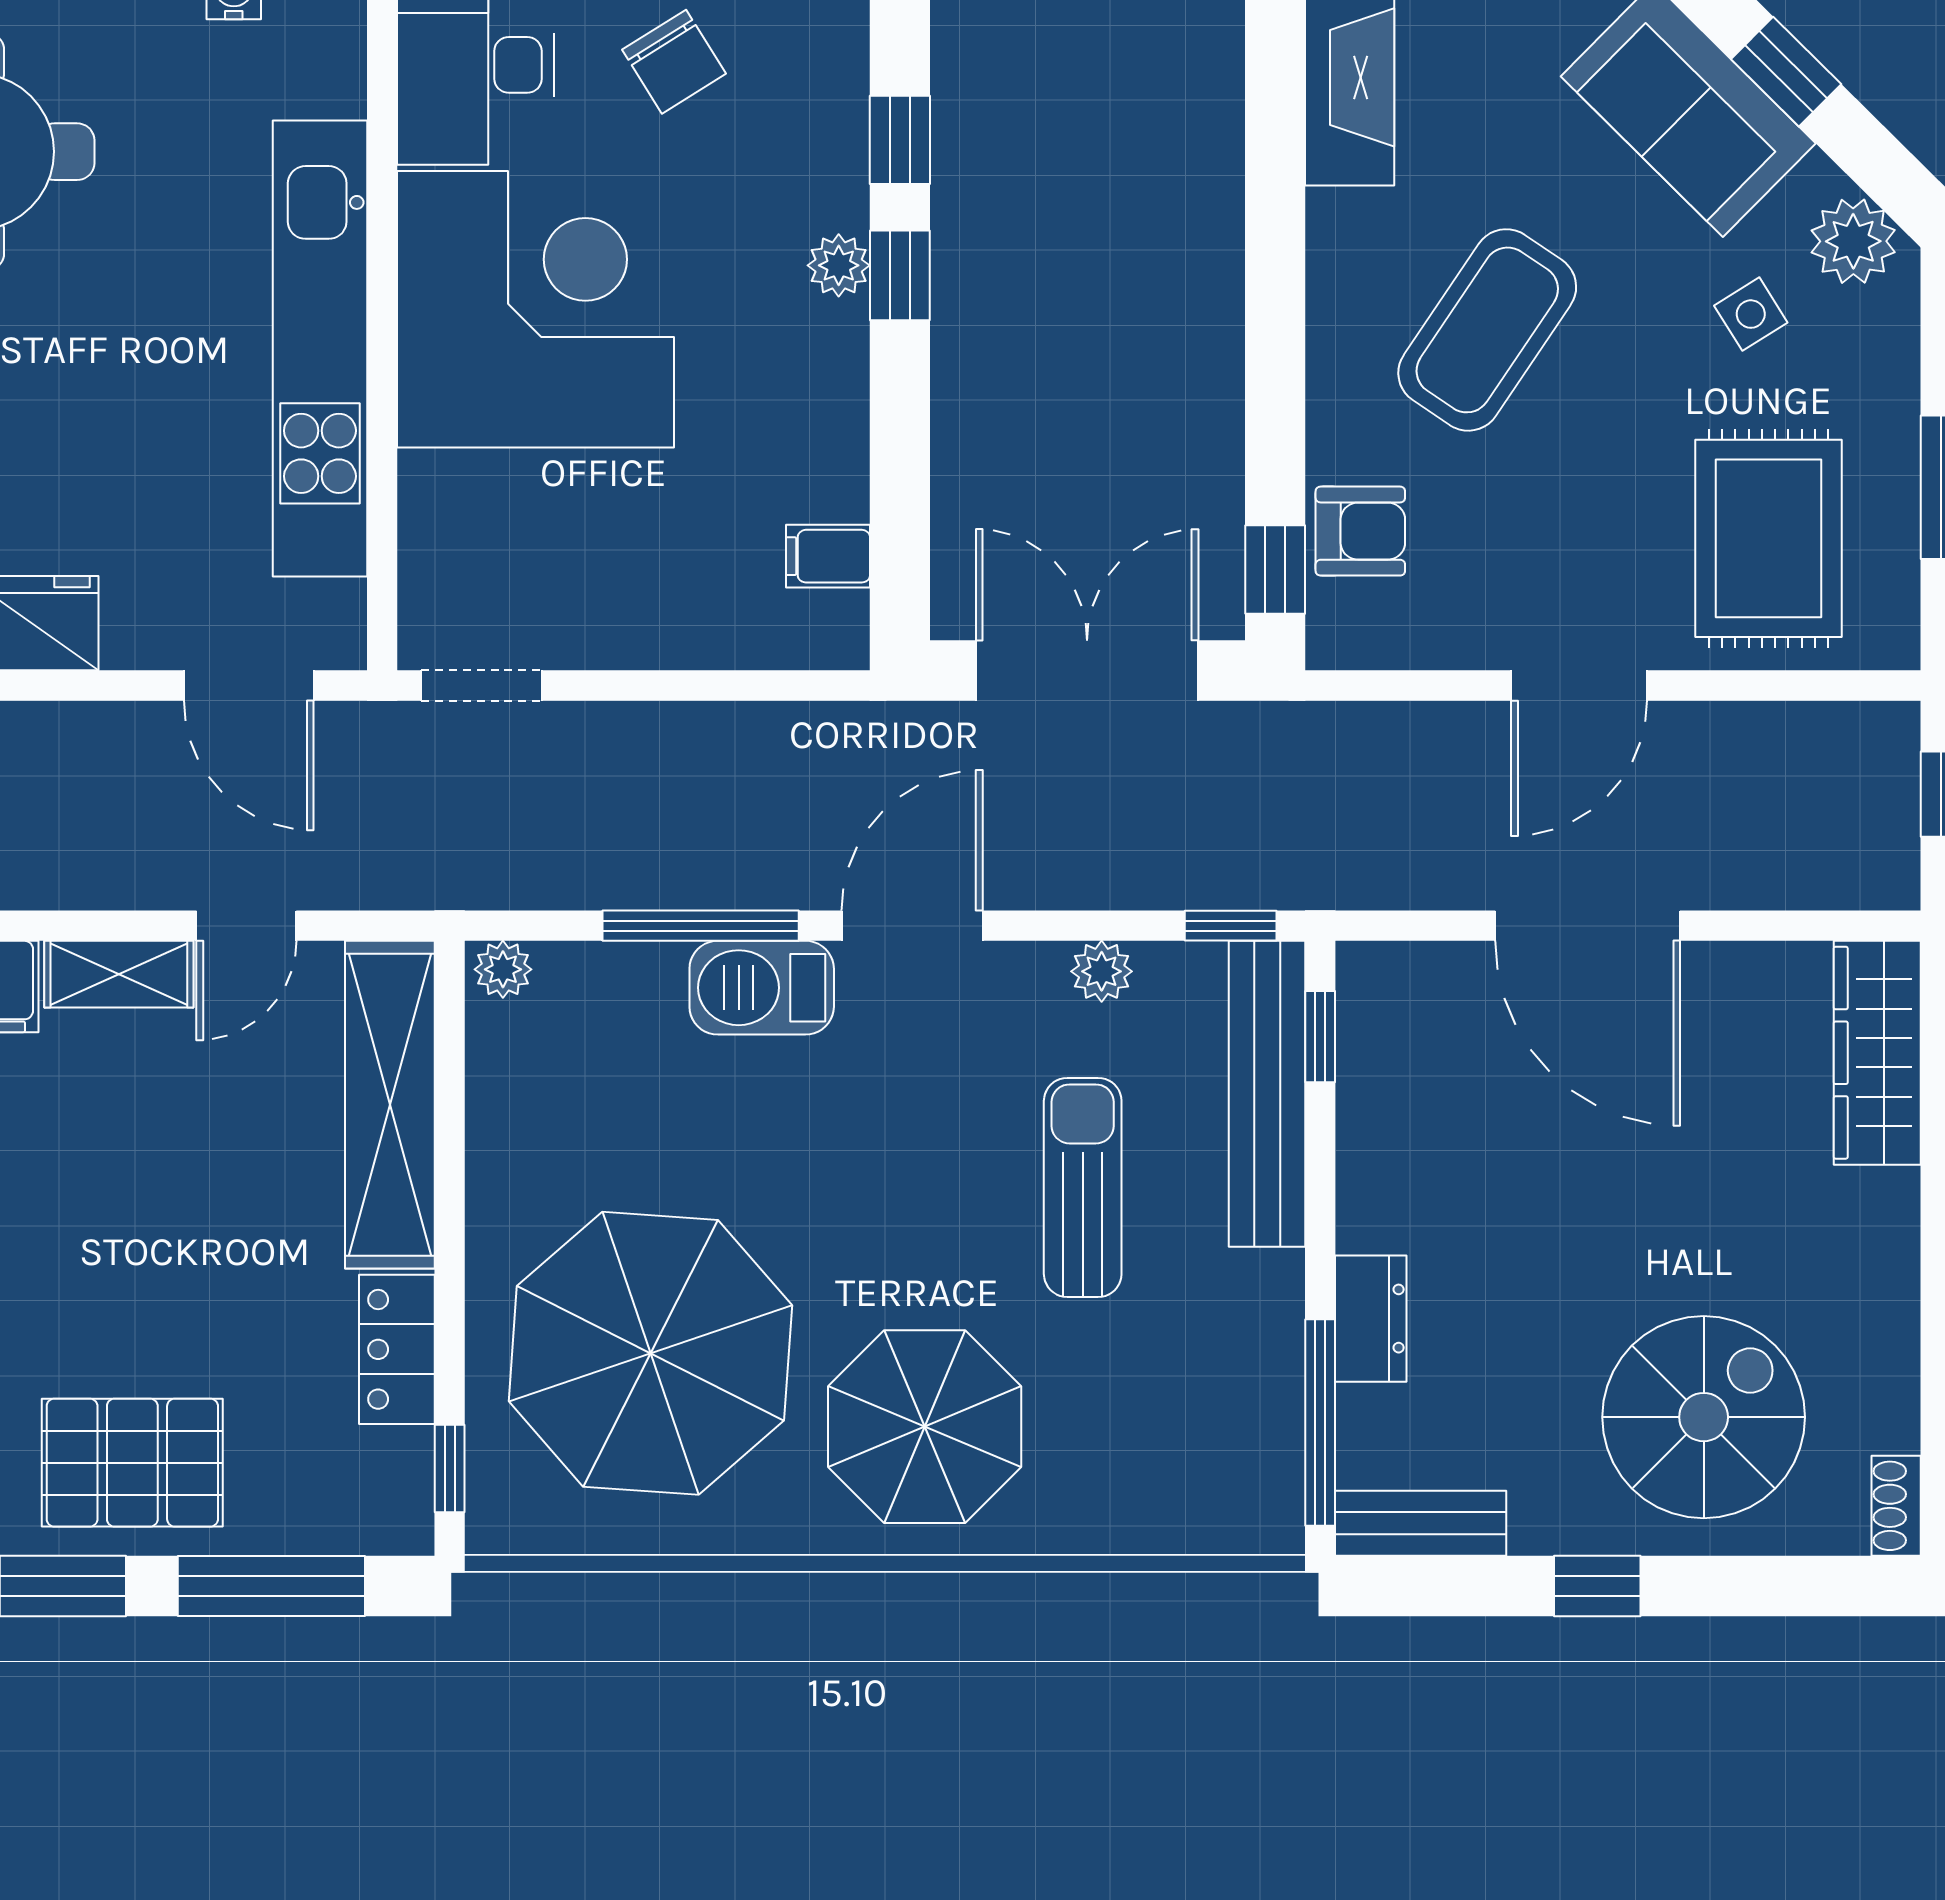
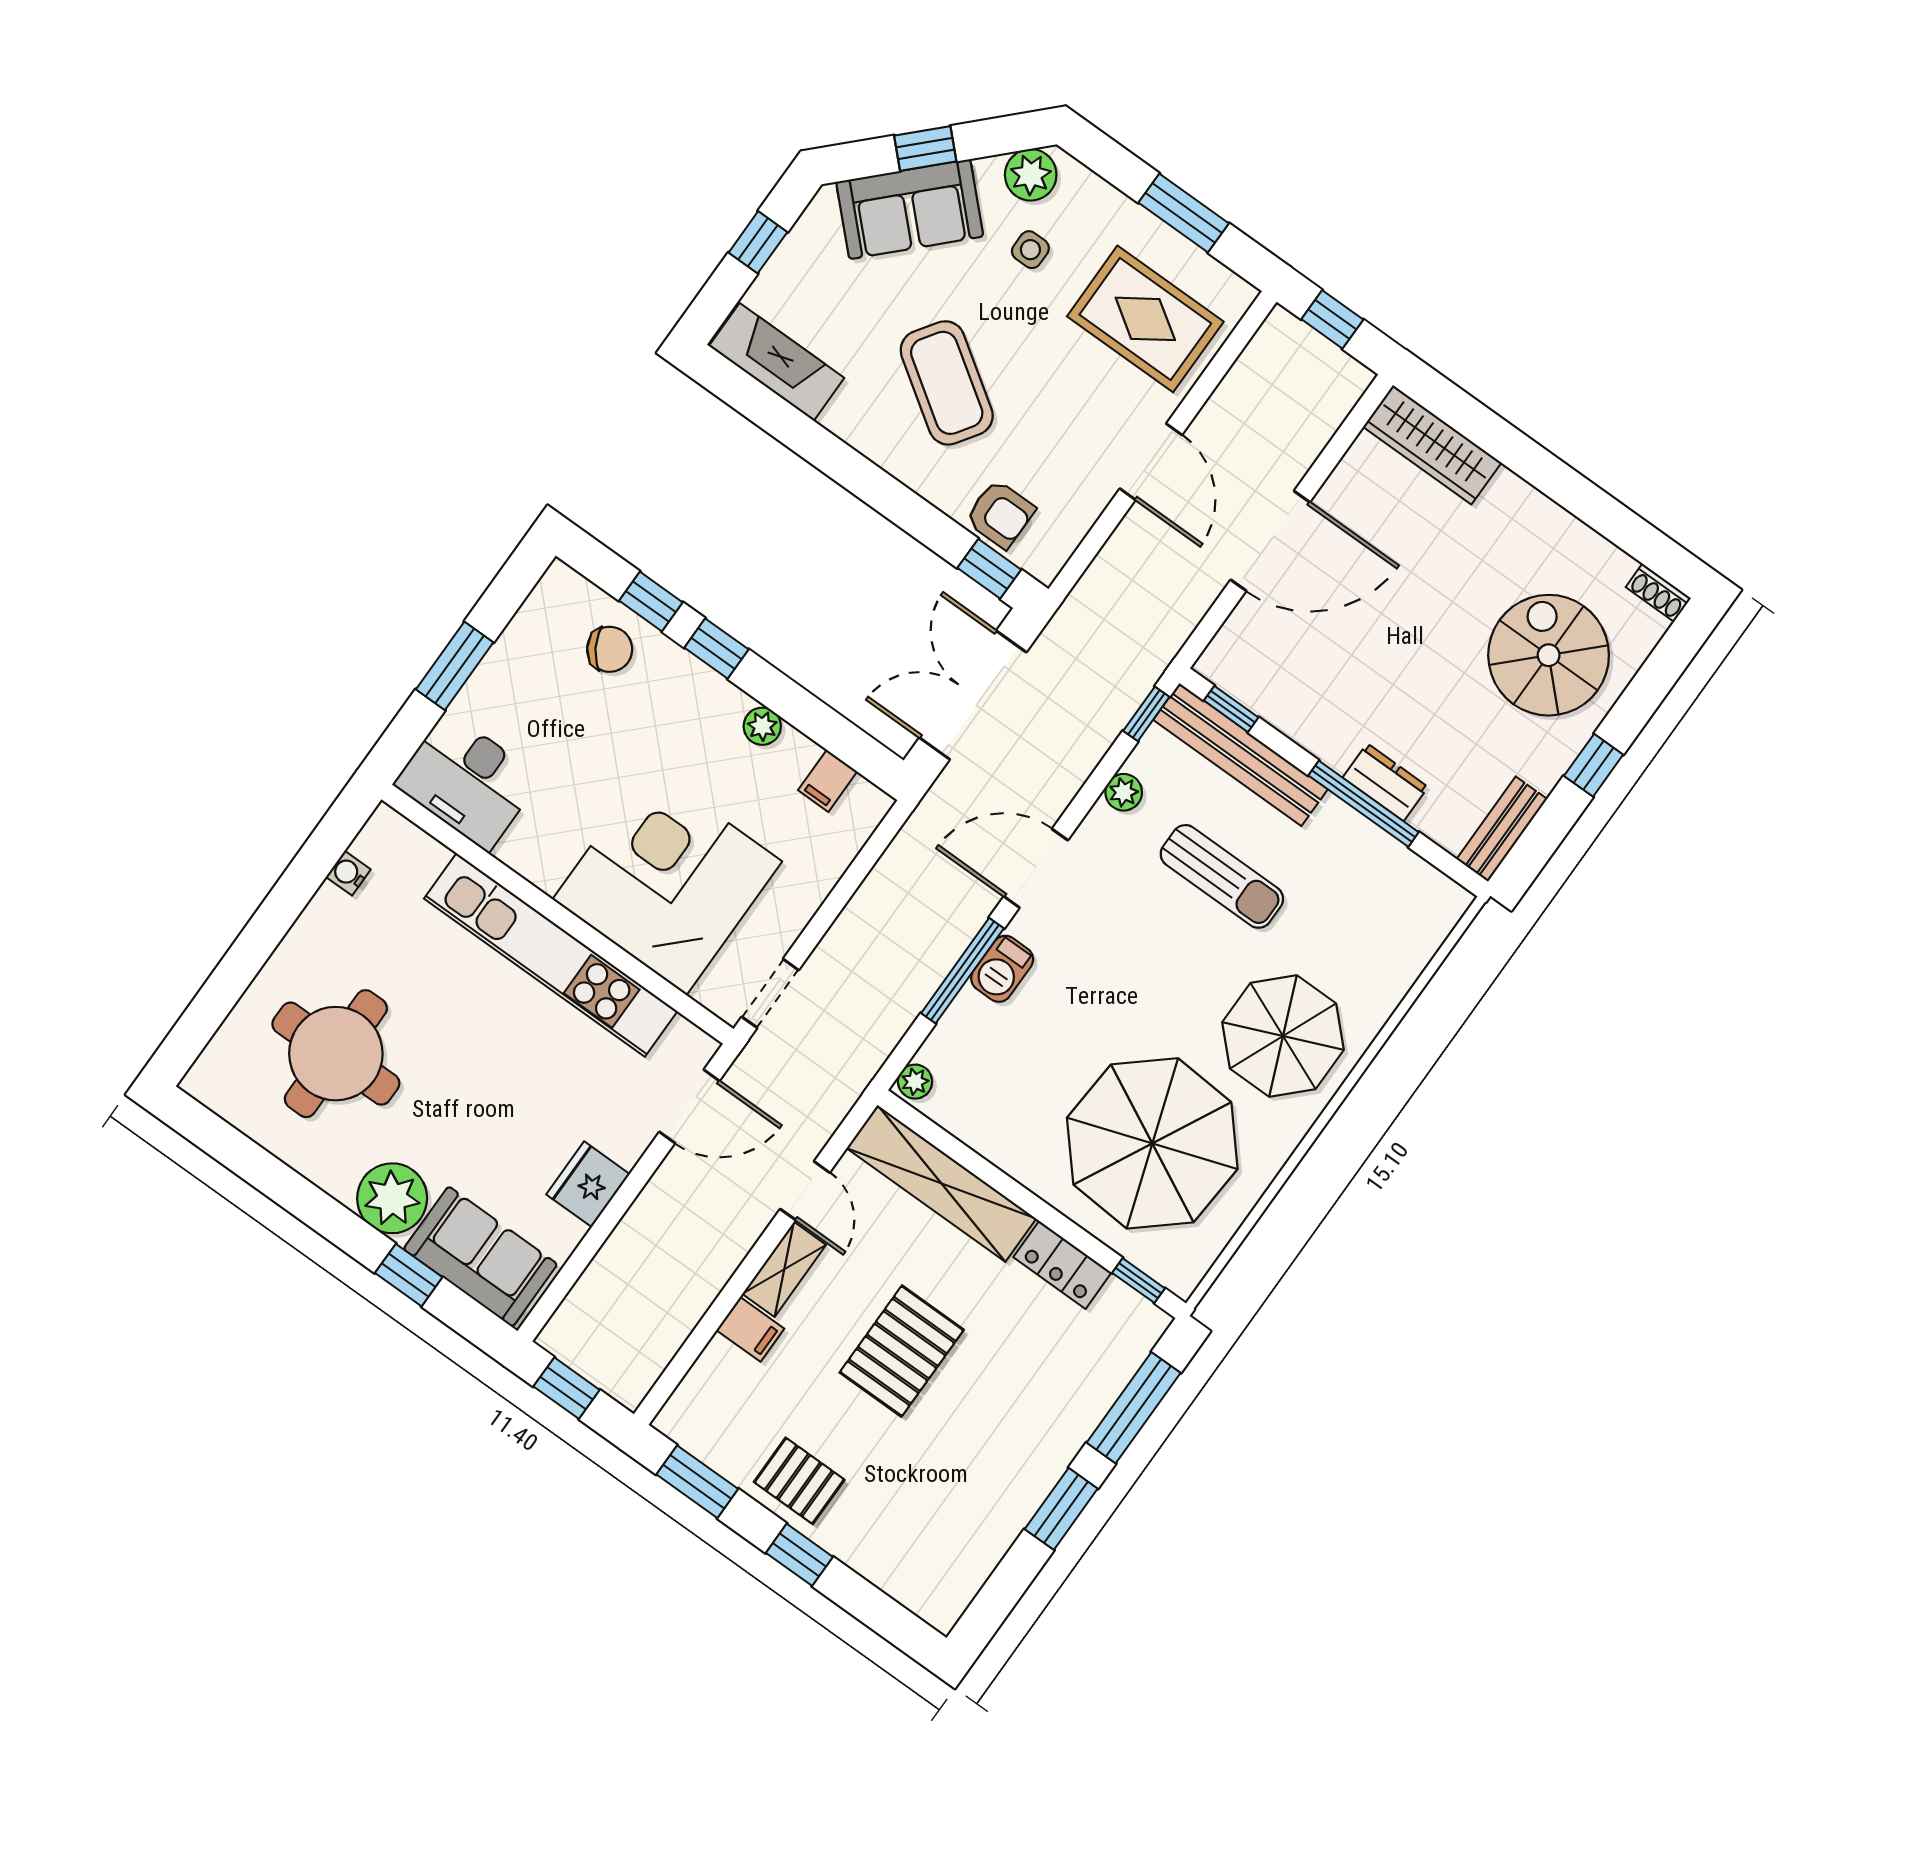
chair: (674, 62) -> (610, 649), moved
plant: (839, 265) -> (762, 726), moved
corner desk: (536, 309) -> (667, 880), moved
side table: (1751, 314) -> (1030, 250), turned 32
armchair: (1360, 531) -> (1000, 514), turned 90
door: (912, 926) -> (1036, 868), hinge flipped
barbecue: (762, 988) -> (1002, 969), width x0.73, depth x0.79
sun lounger: (1083, 1187) -> (1222, 876), turned 180
window: (1320, 1423) -> (1364, 804), moved
pallet: (132, 1463) -> (902, 1351), moved

